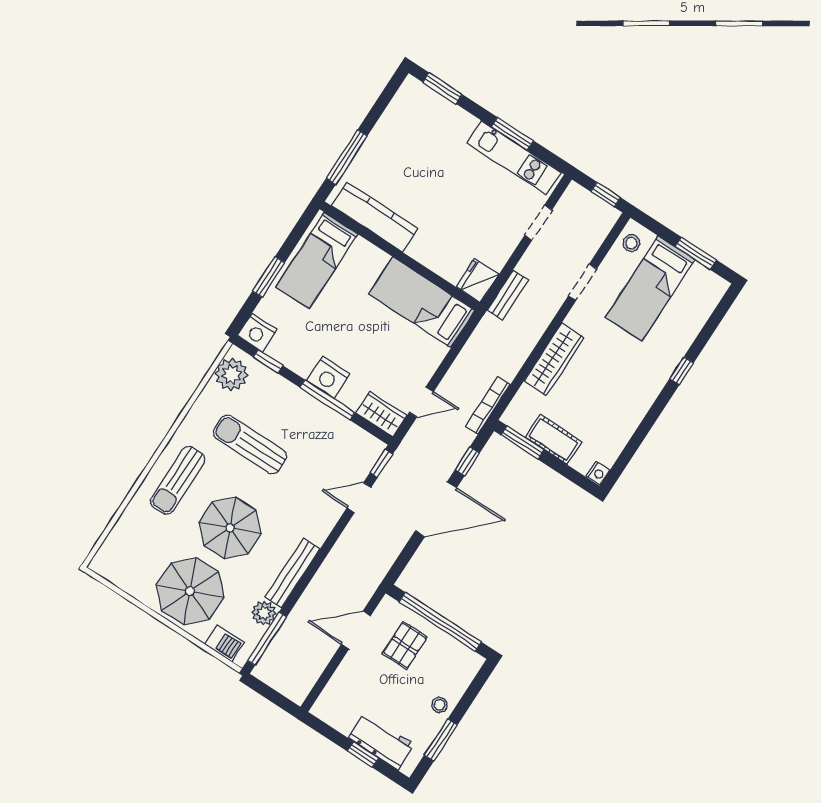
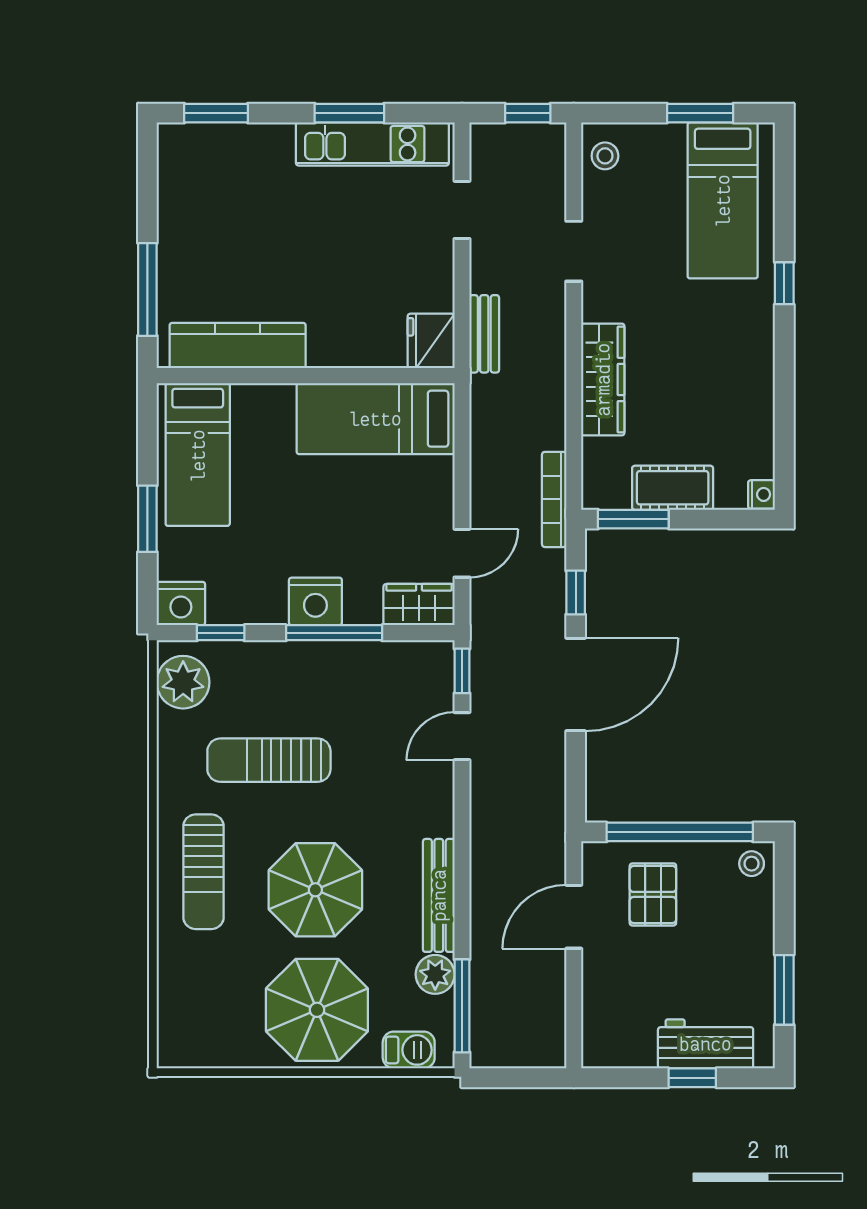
bed: (650, 289) -> (723, 200), moved
stool: (439, 705) -> (752, 864), moved

